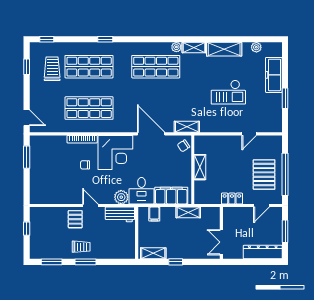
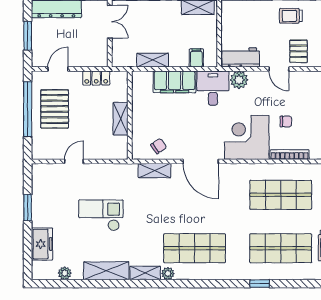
freezer: (274, 75) -> (42, 244), width x0.71
shelving: (200, 167) -> (121, 119), moved
wall: (193, 170) -> (130, 115), moved

